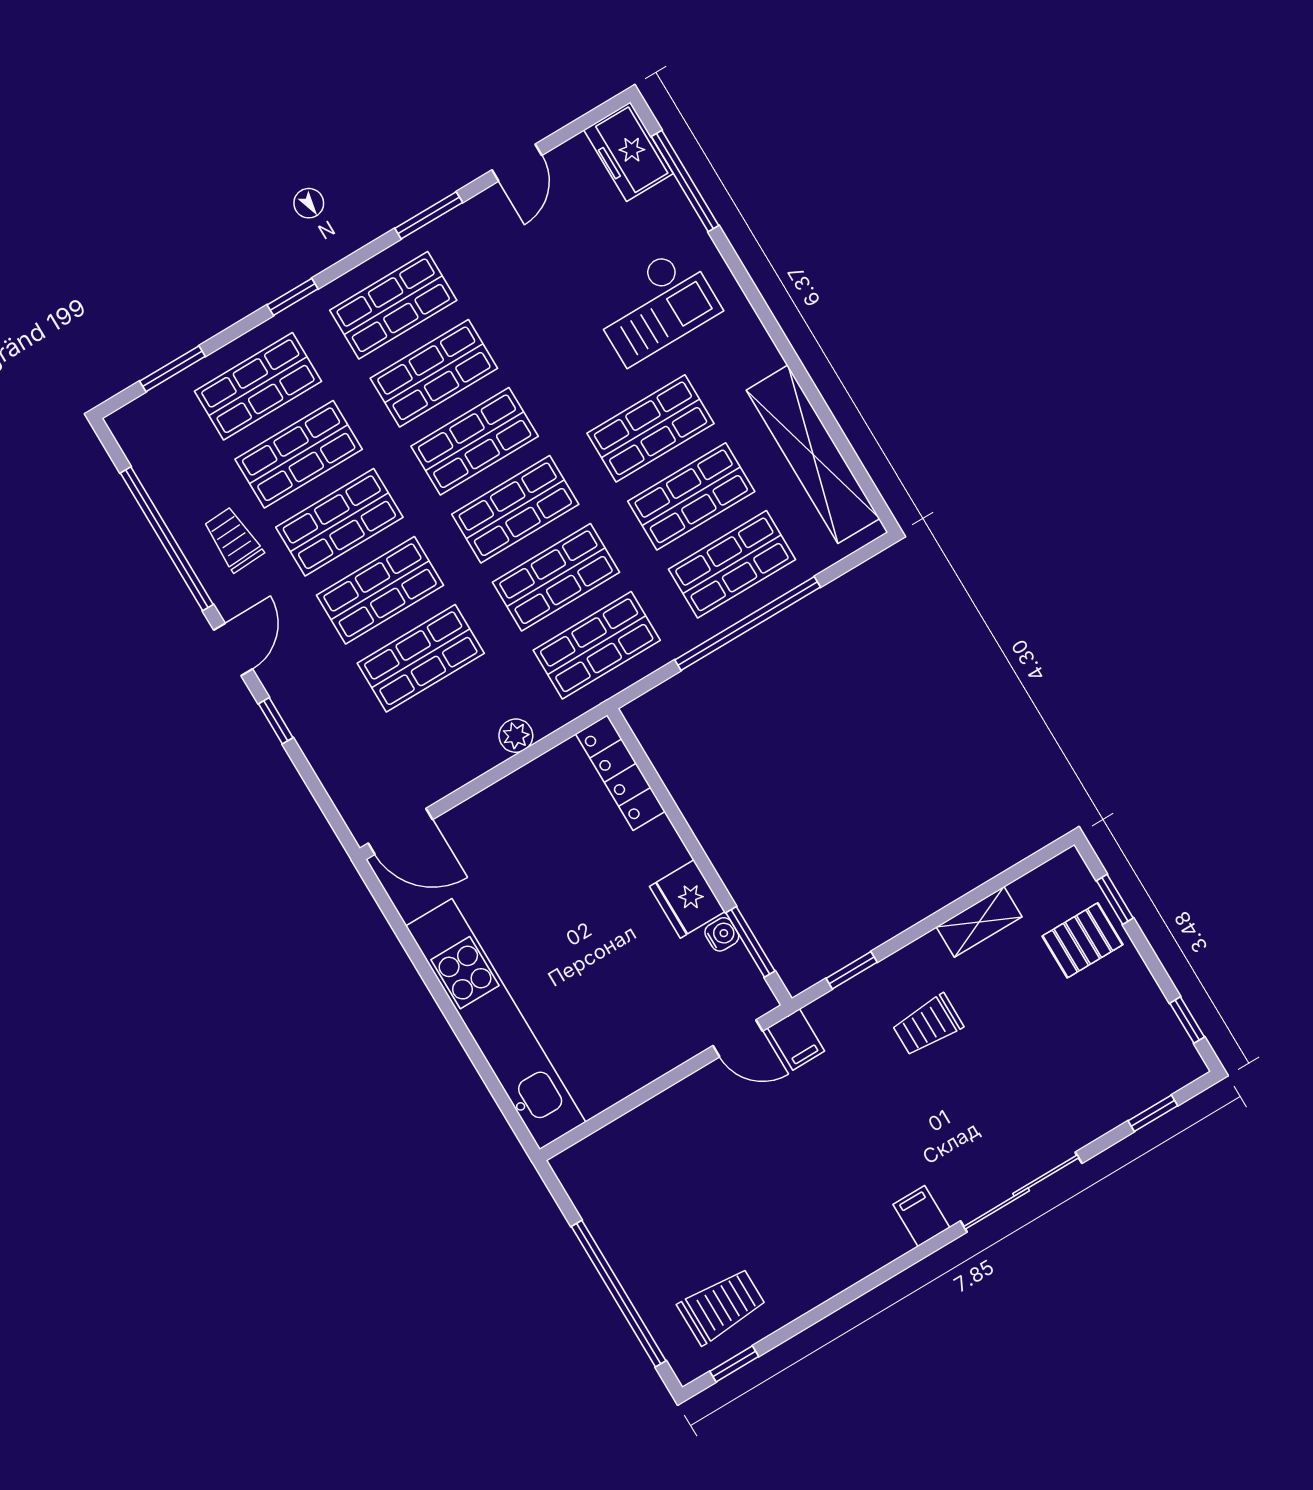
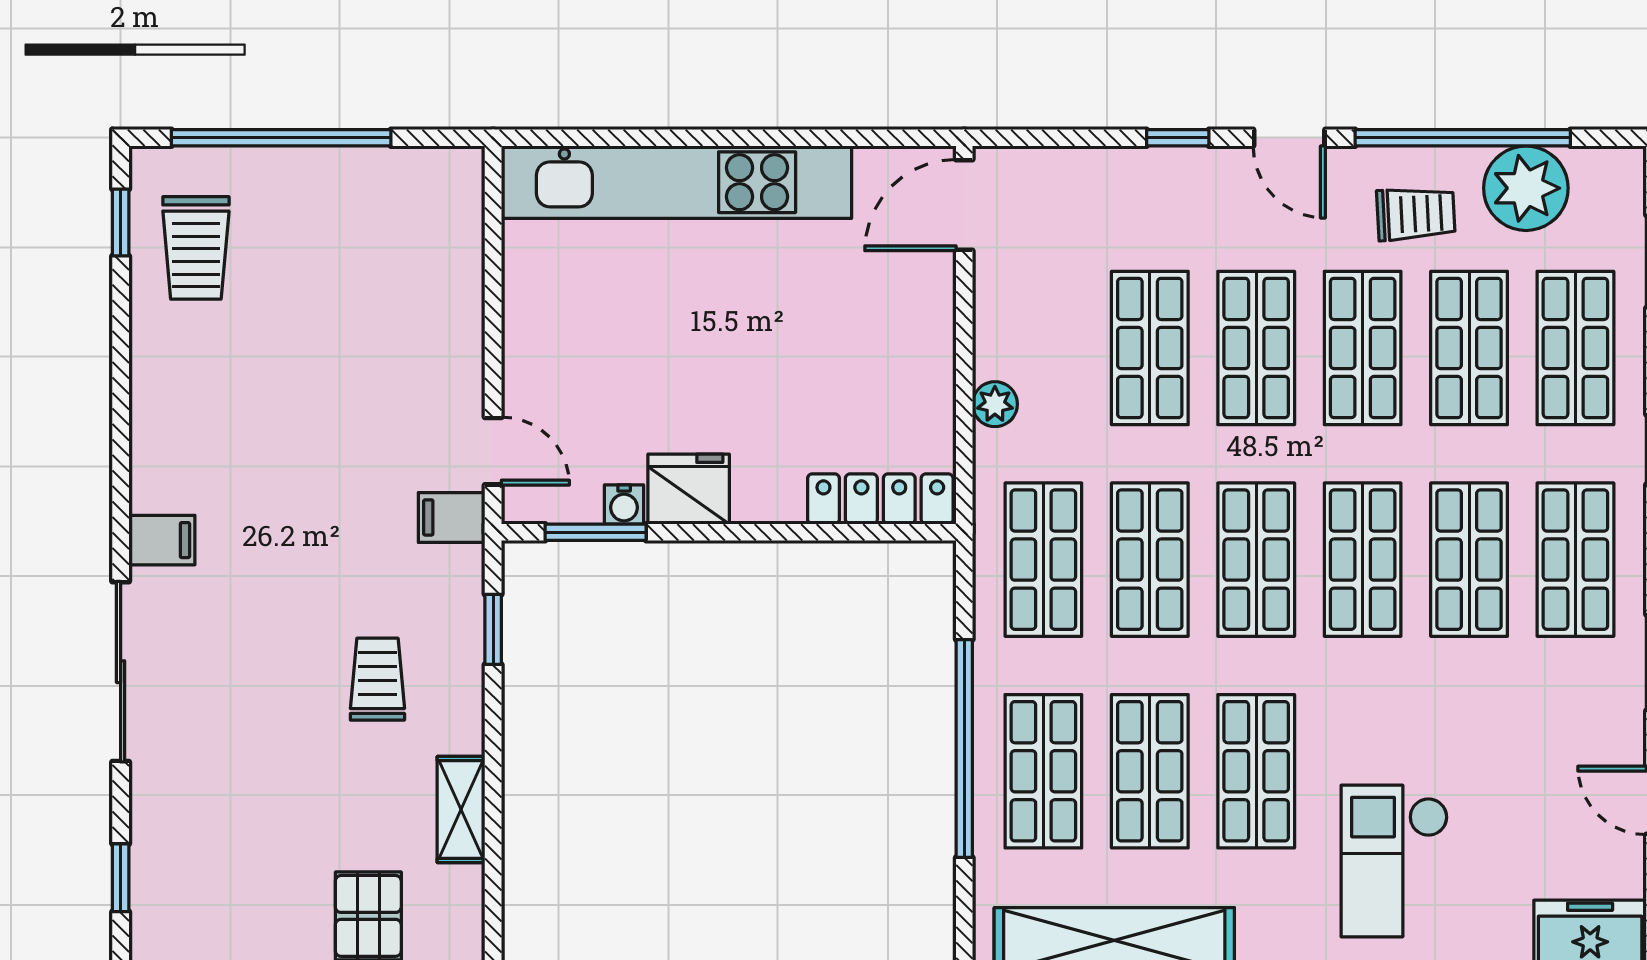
plant: (175, 479) -> (1526, 188), added
door: (738, 1038) -> (493, 451), swing flipped

